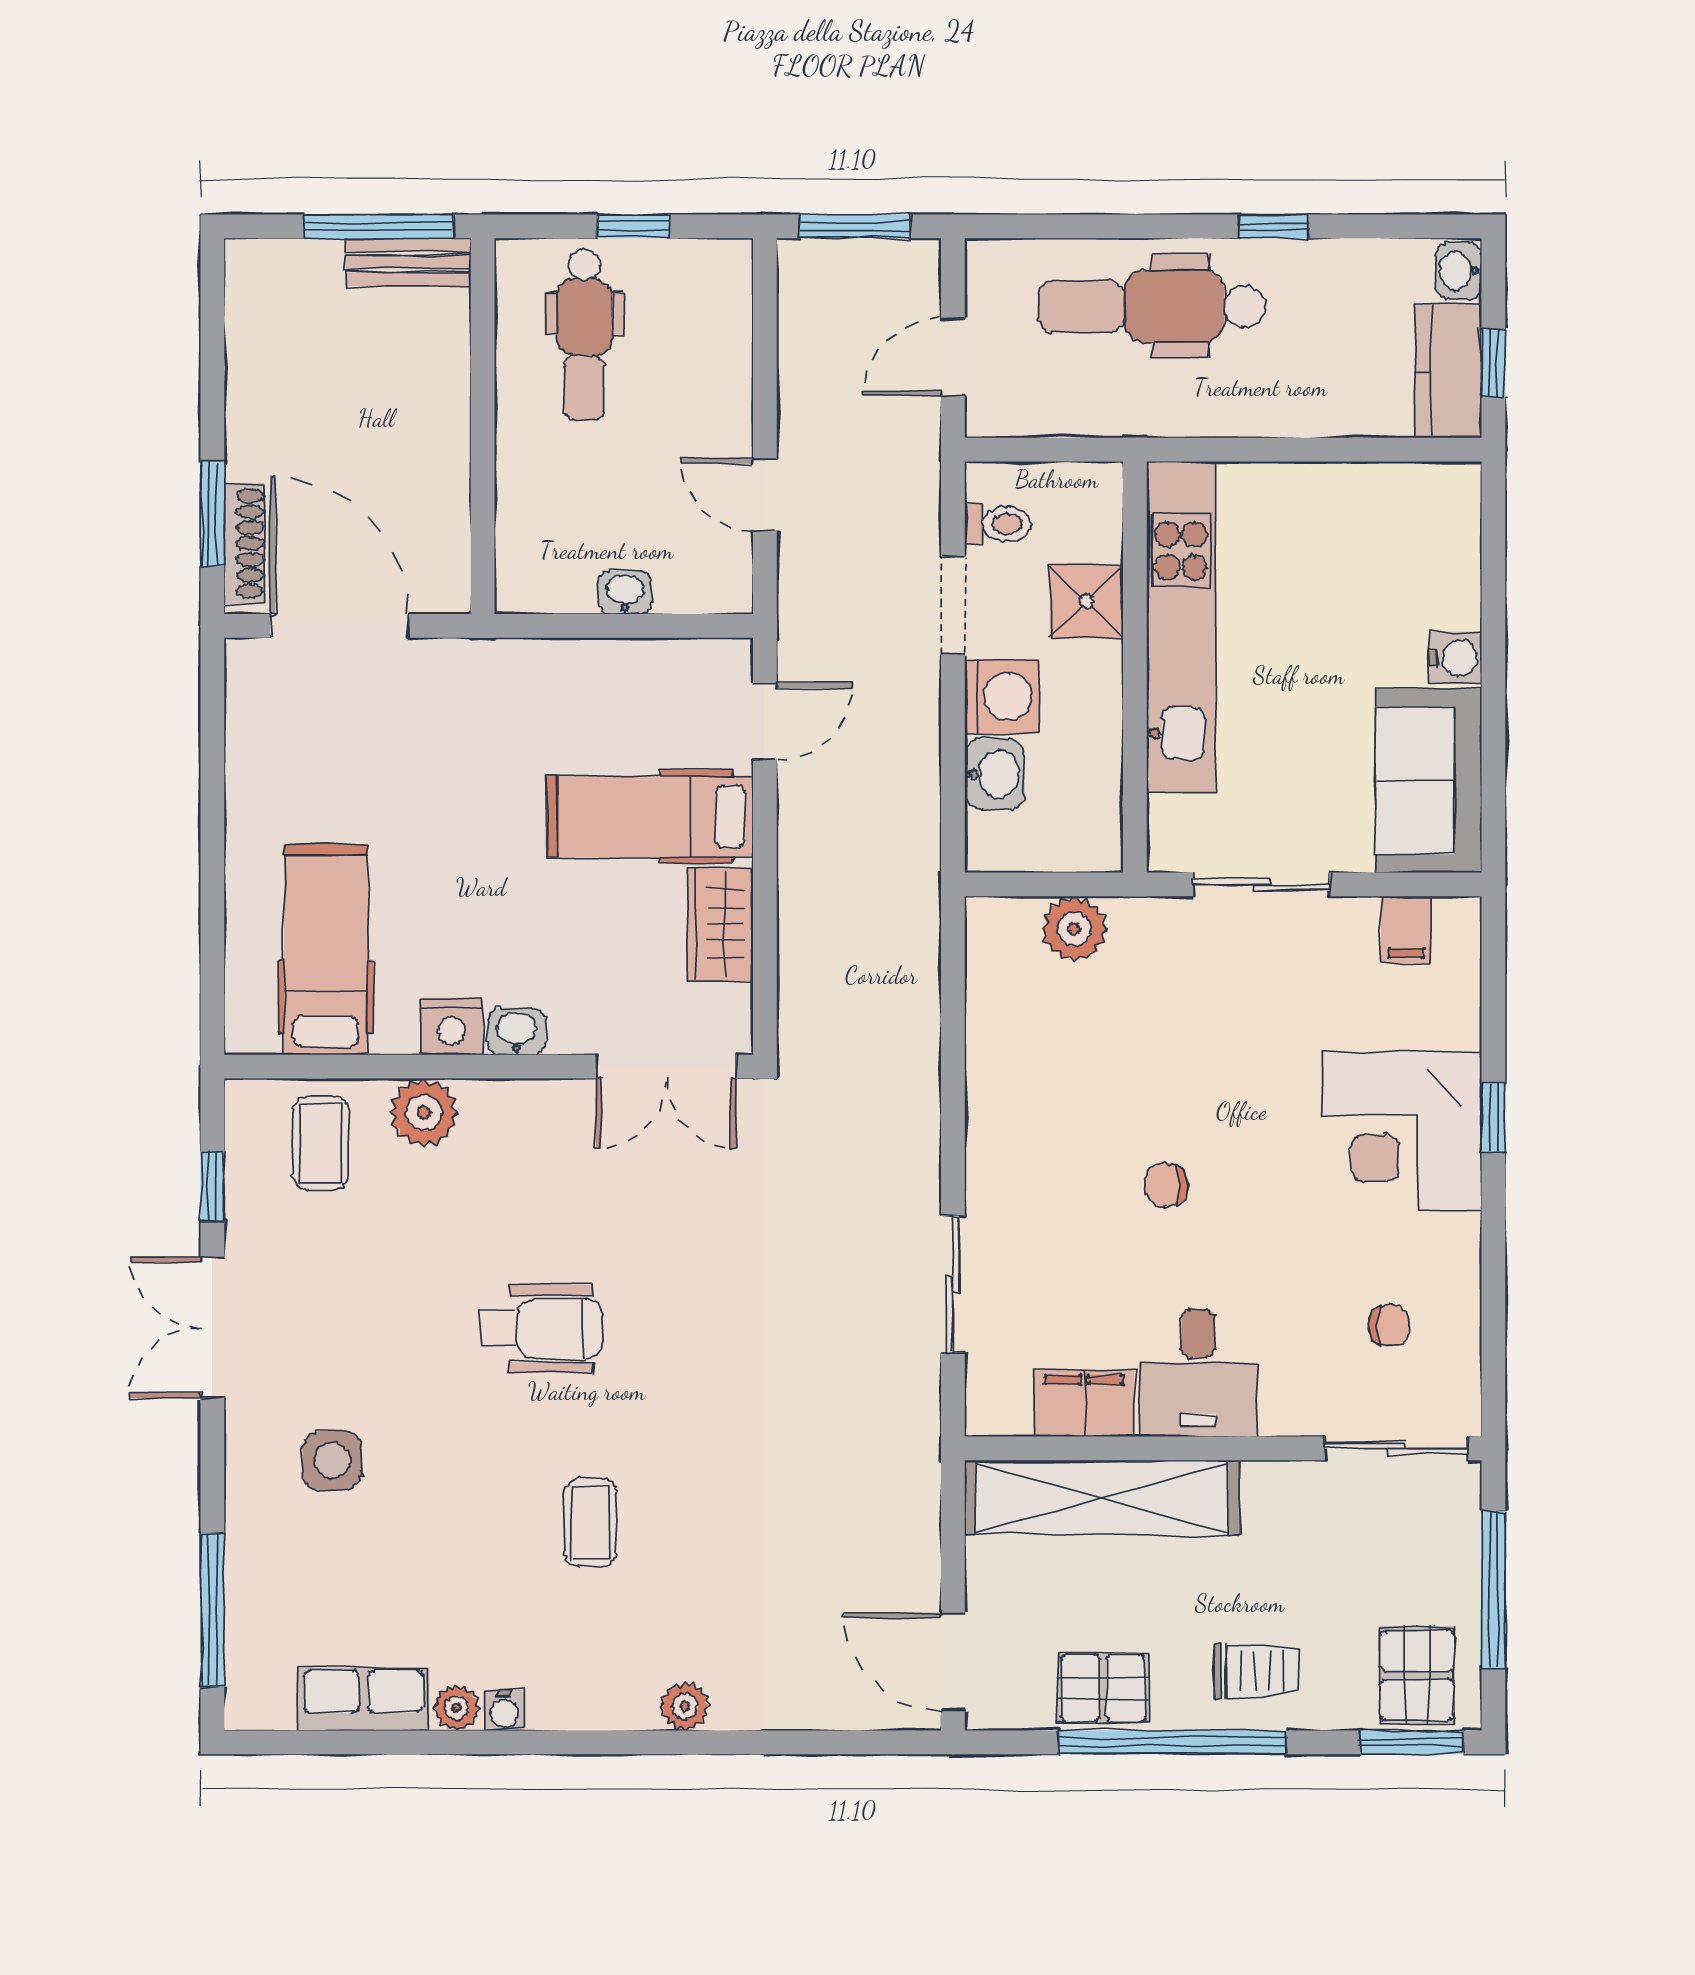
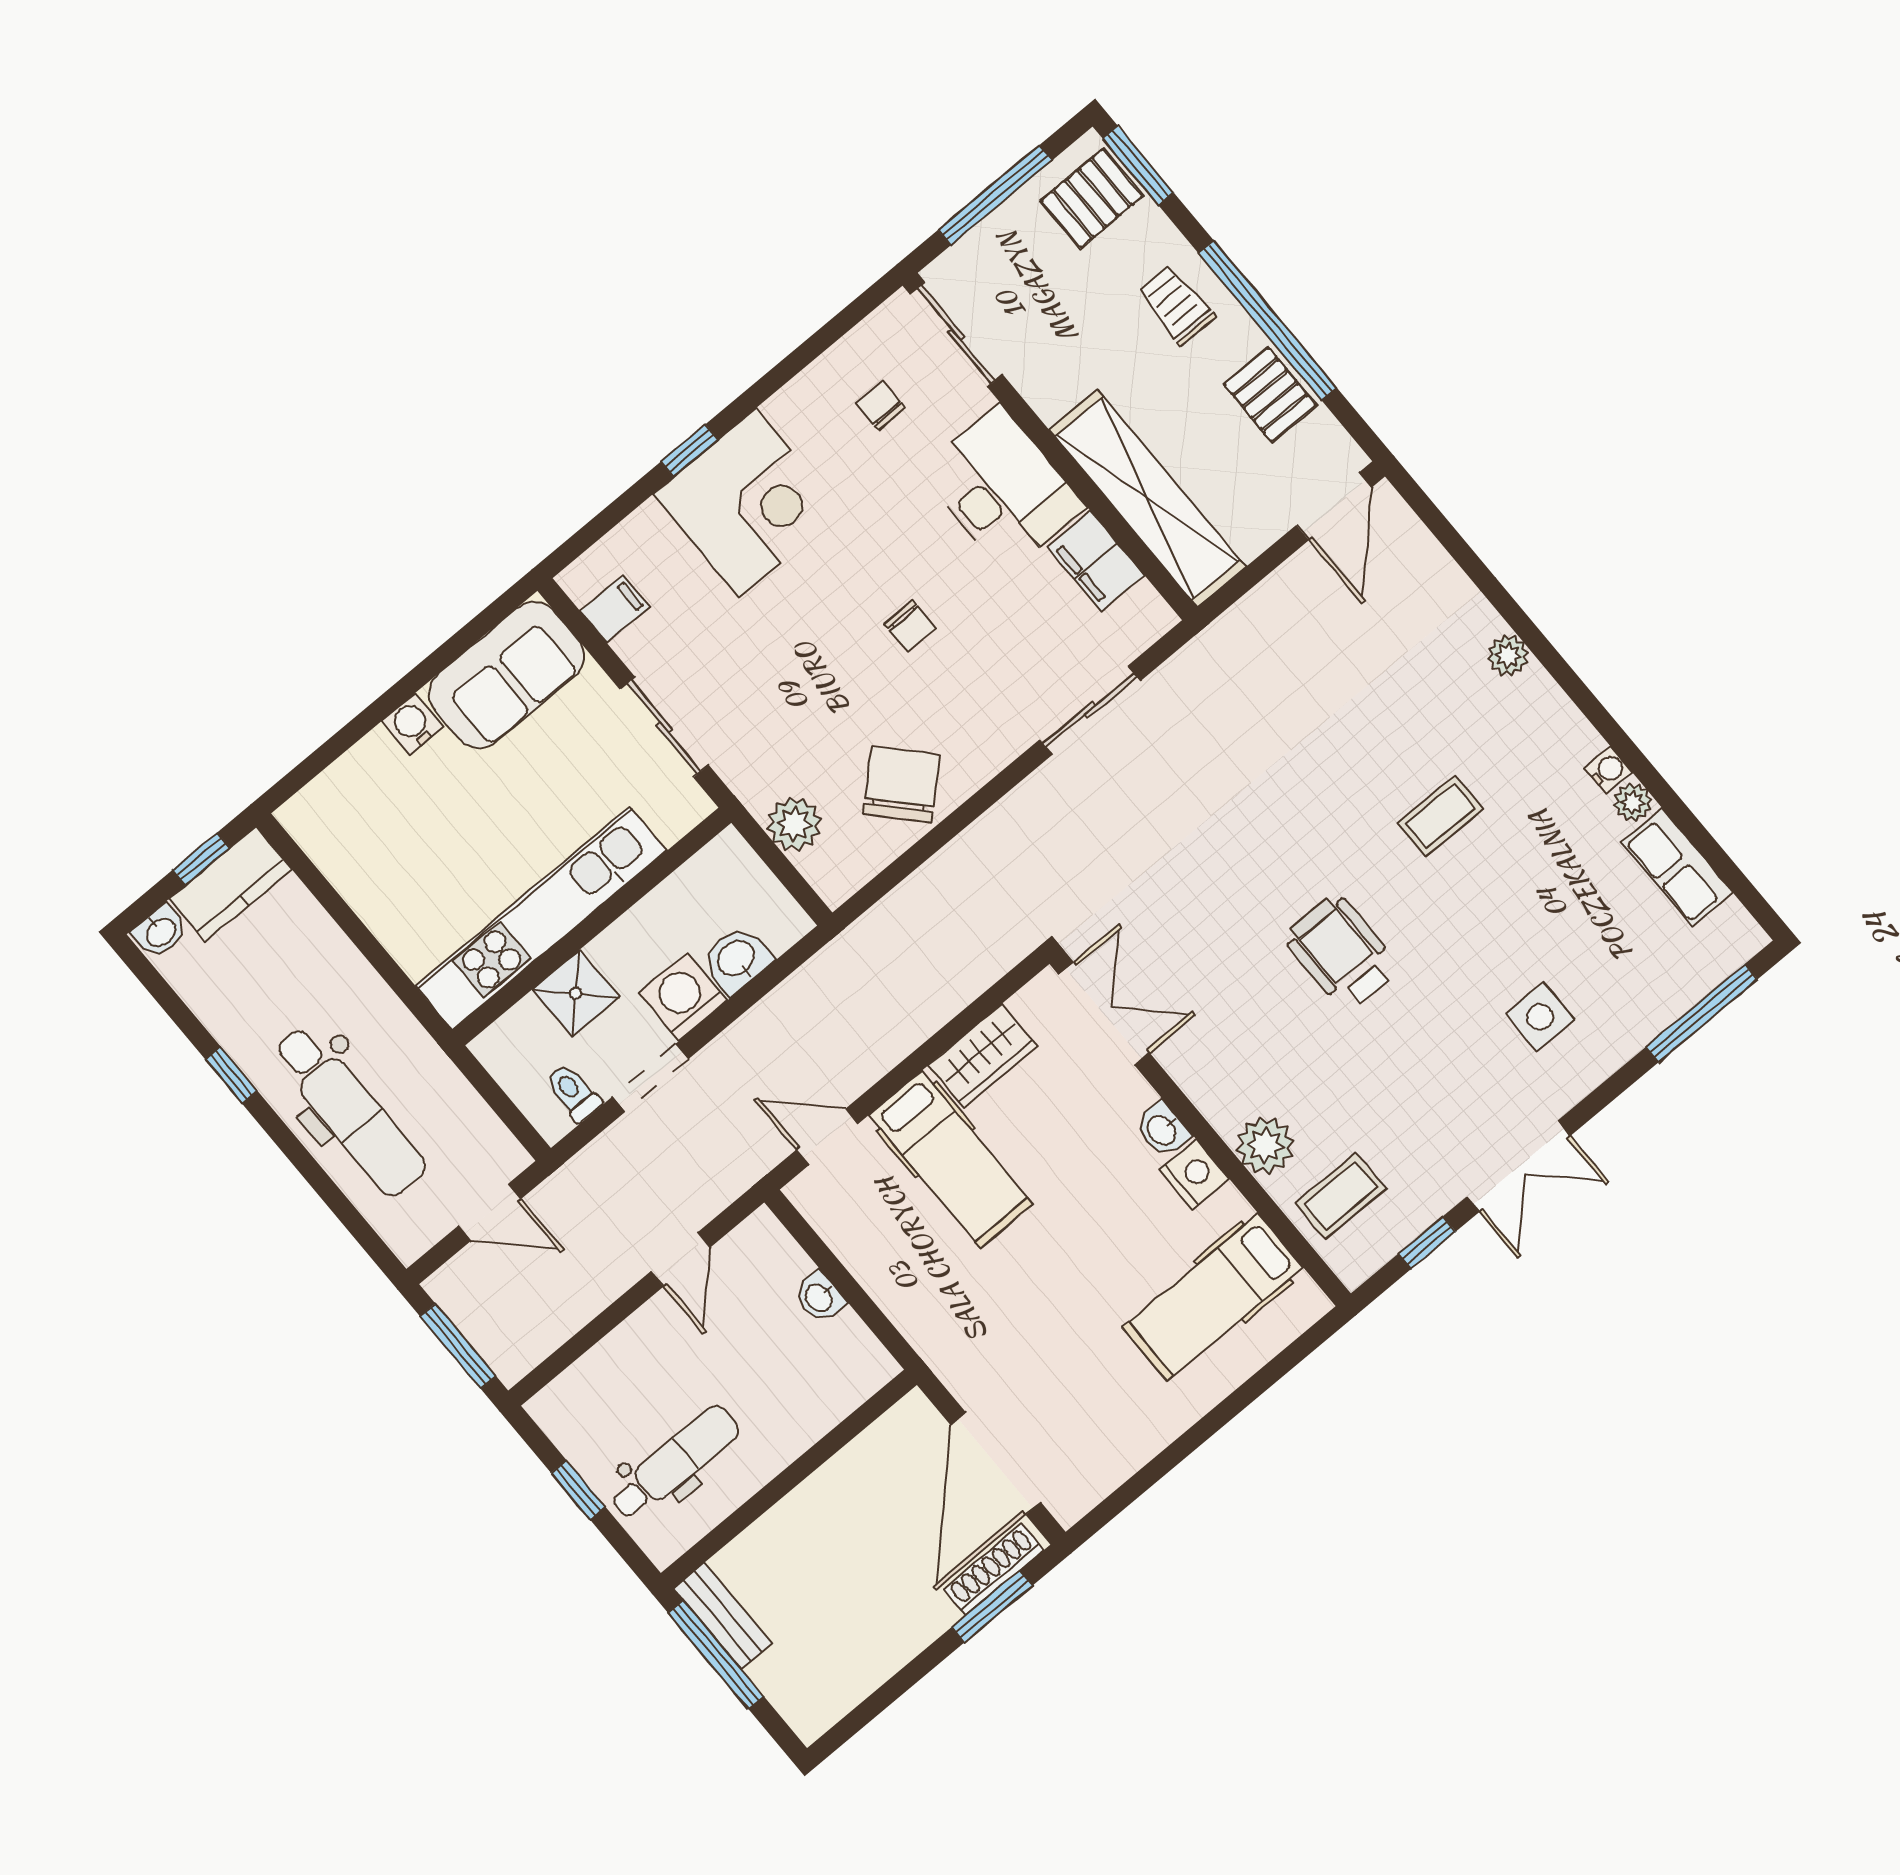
chair: (1029, 1057) -> (901, 784), added
desk: (1198, 1373) -> (1003, 489), width x1.37

